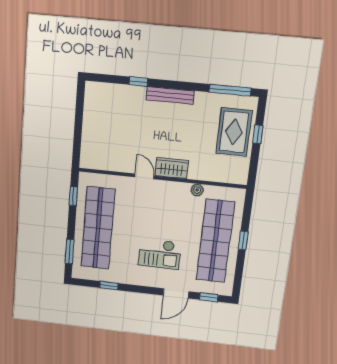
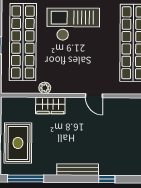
wardrobe: (172, 168) -> (50, 105), moved
checkout: (160, 254) -> (73, 24), width x1.36, depth x1.21

